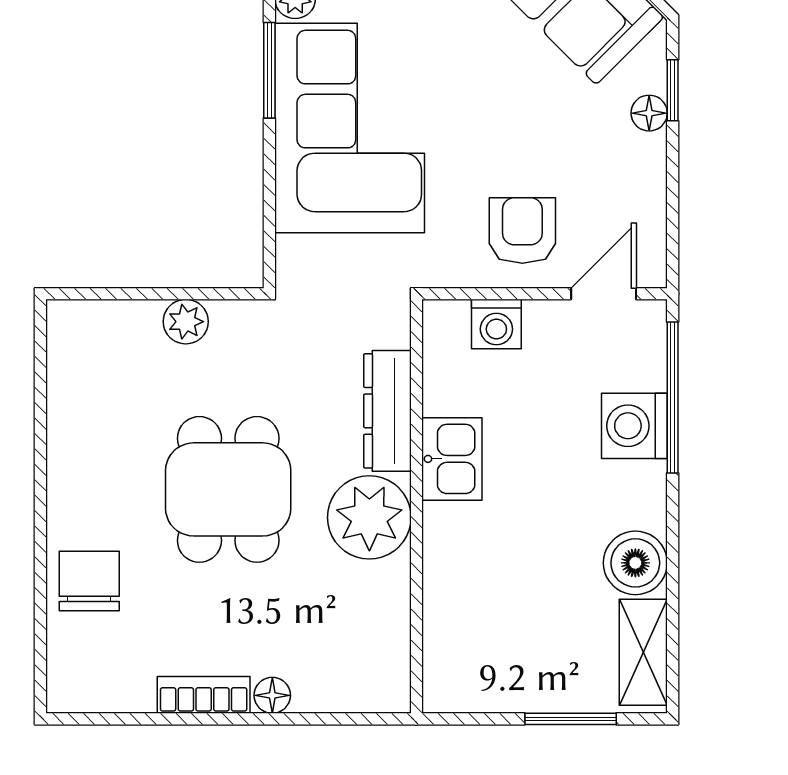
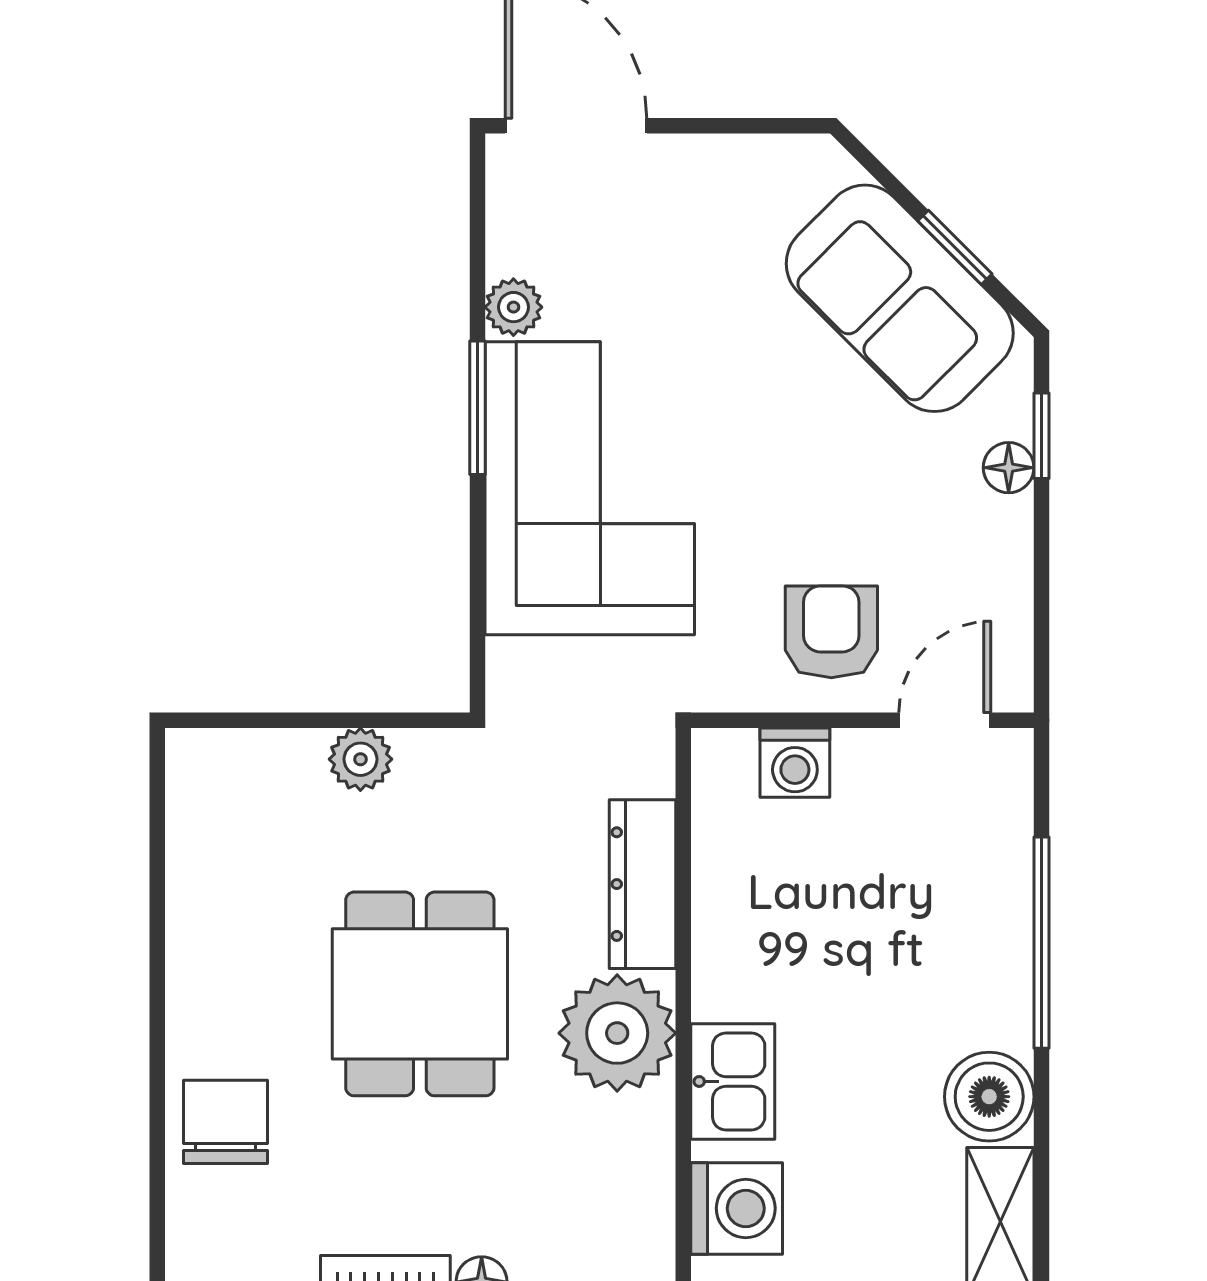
window: (673, 398) -> (1041, 943), moved
washing machine: (634, 426) -> (737, 1208), moved, turned 180
kitchen sink: (452, 459) -> (733, 1081), moved

